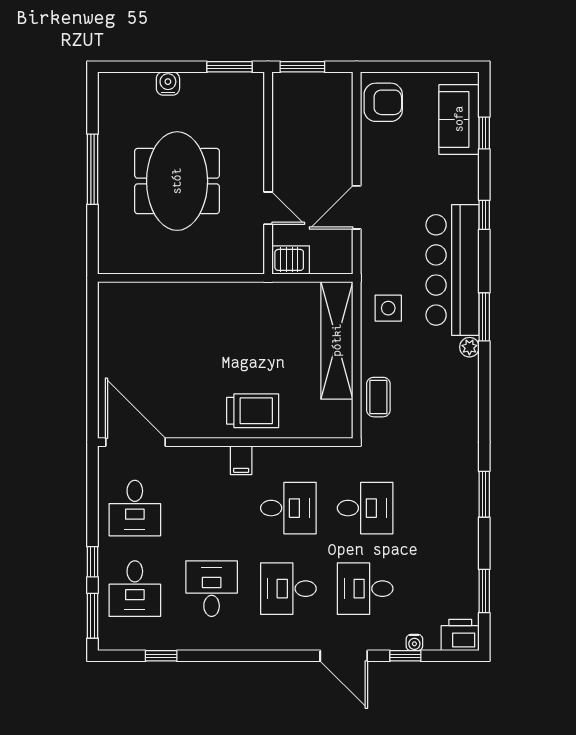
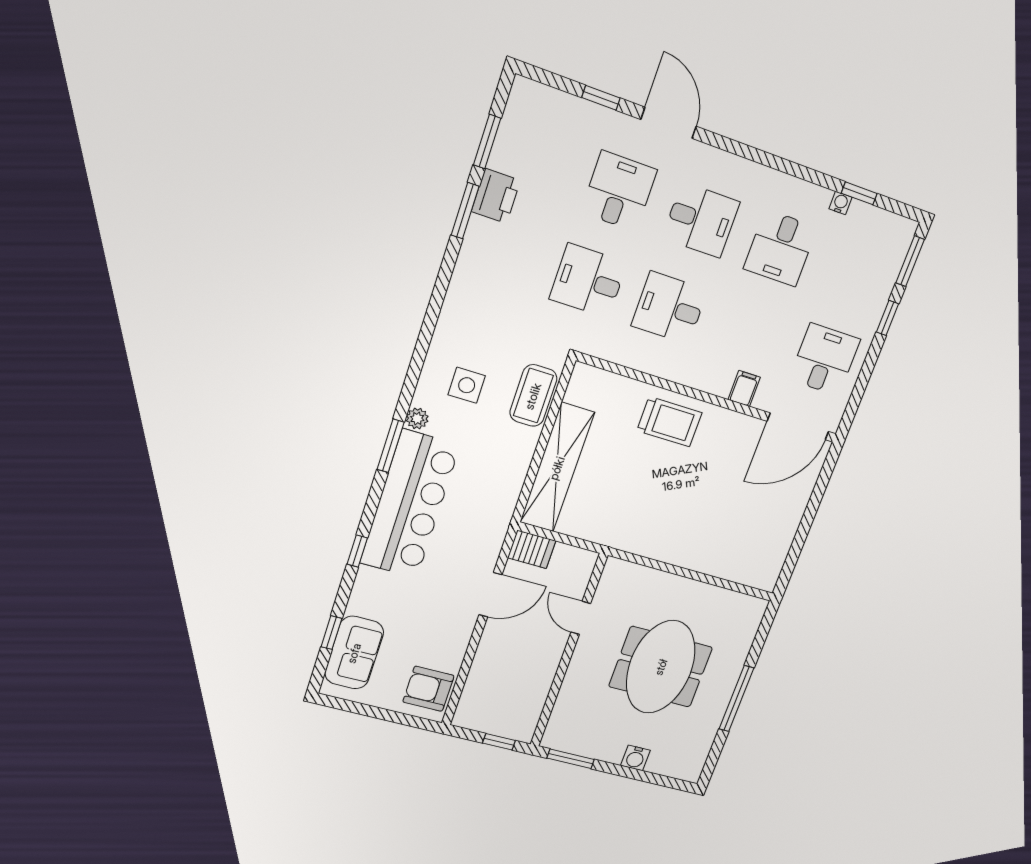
window: (302, 67) -> (499, 742), width x0.67
server rack: (291, 260) -> (532, 549), moved, turned 180
side table: (388, 308) -> (467, 385), moved
coffee table: (378, 397) -> (533, 396), width x1.36, depth x1.30
trolley: (253, 411) -> (669, 422), turned 180
door: (135, 442) -> (798, 426), hinge flipped
filing cabinet: (241, 460) -> (744, 389), moved
window: (484, 494) -> (465, 211), moved
desk: (135, 589) -> (857, 275), removed
desk: (365, 589) -> (619, 191), turned -90
printer: (460, 635) -> (496, 196), moved, turned -90
water cooler: (414, 643) -> (840, 203), moved

